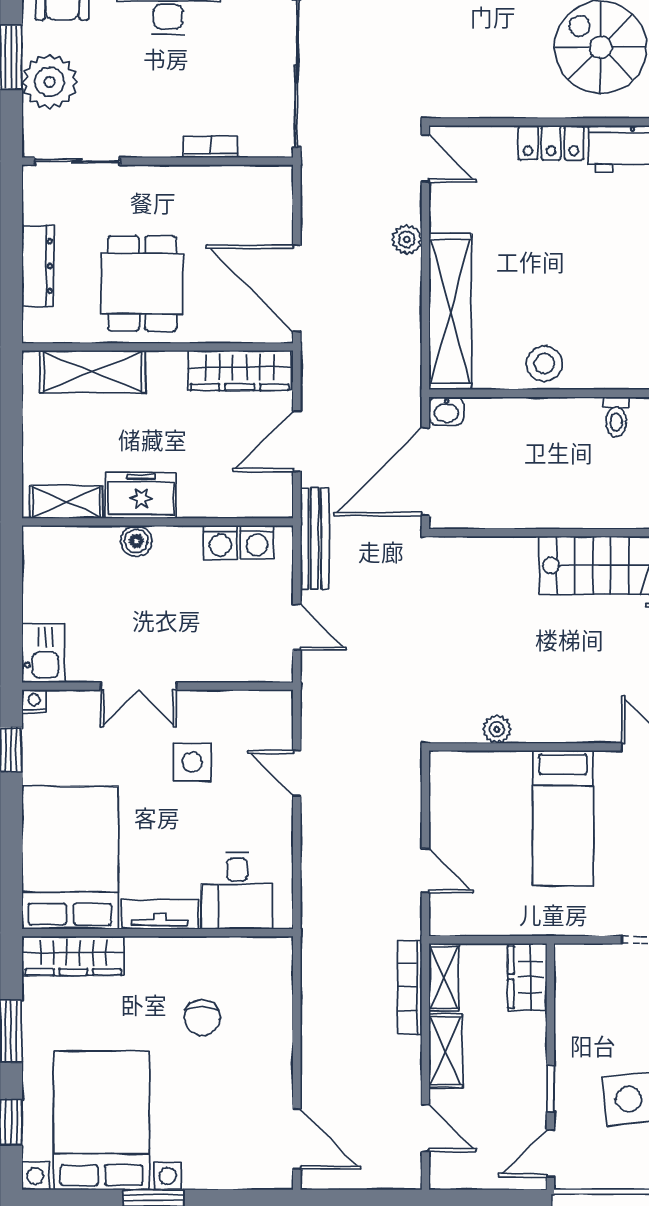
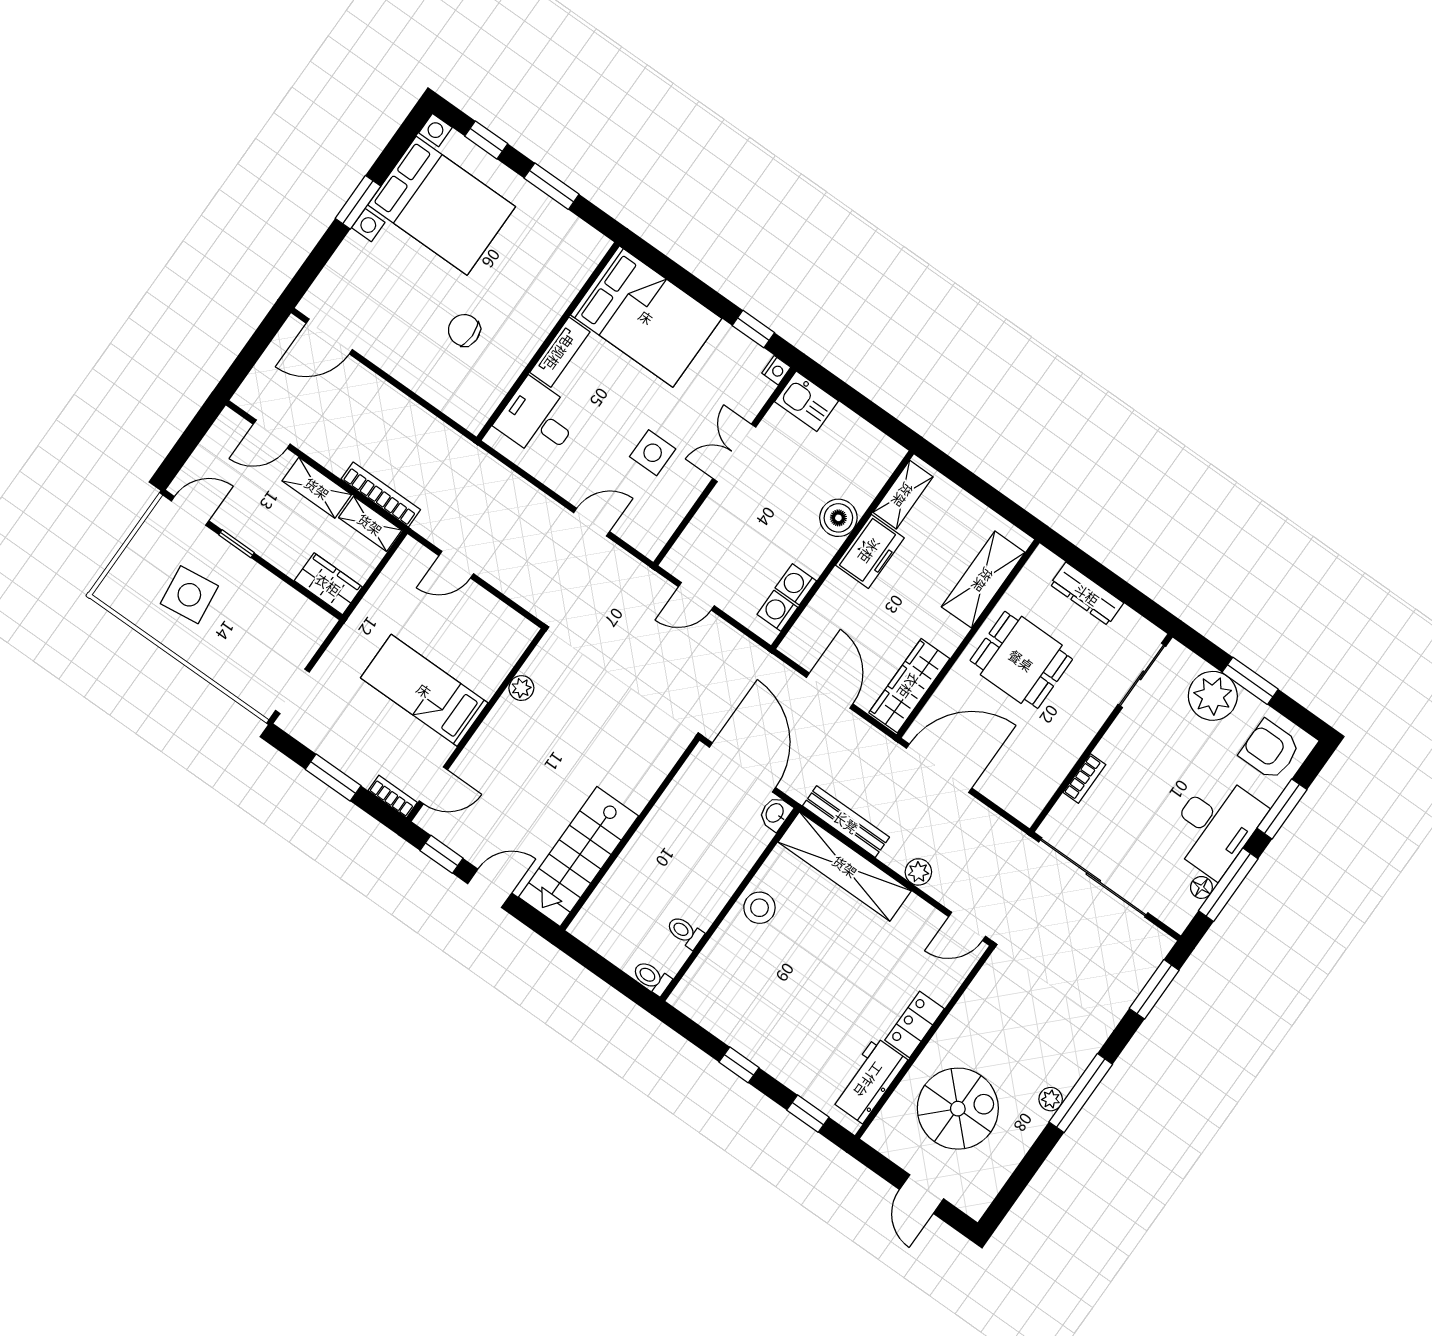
bench: (315, 539) -> (846, 822), moved
boiler: (136, 541) -> (838, 518), width x1.36, depth x1.36
wardrobe: (73, 956) -> (574, 269), removed
door: (550, 1153) -> (190, 511), hinge flipped

